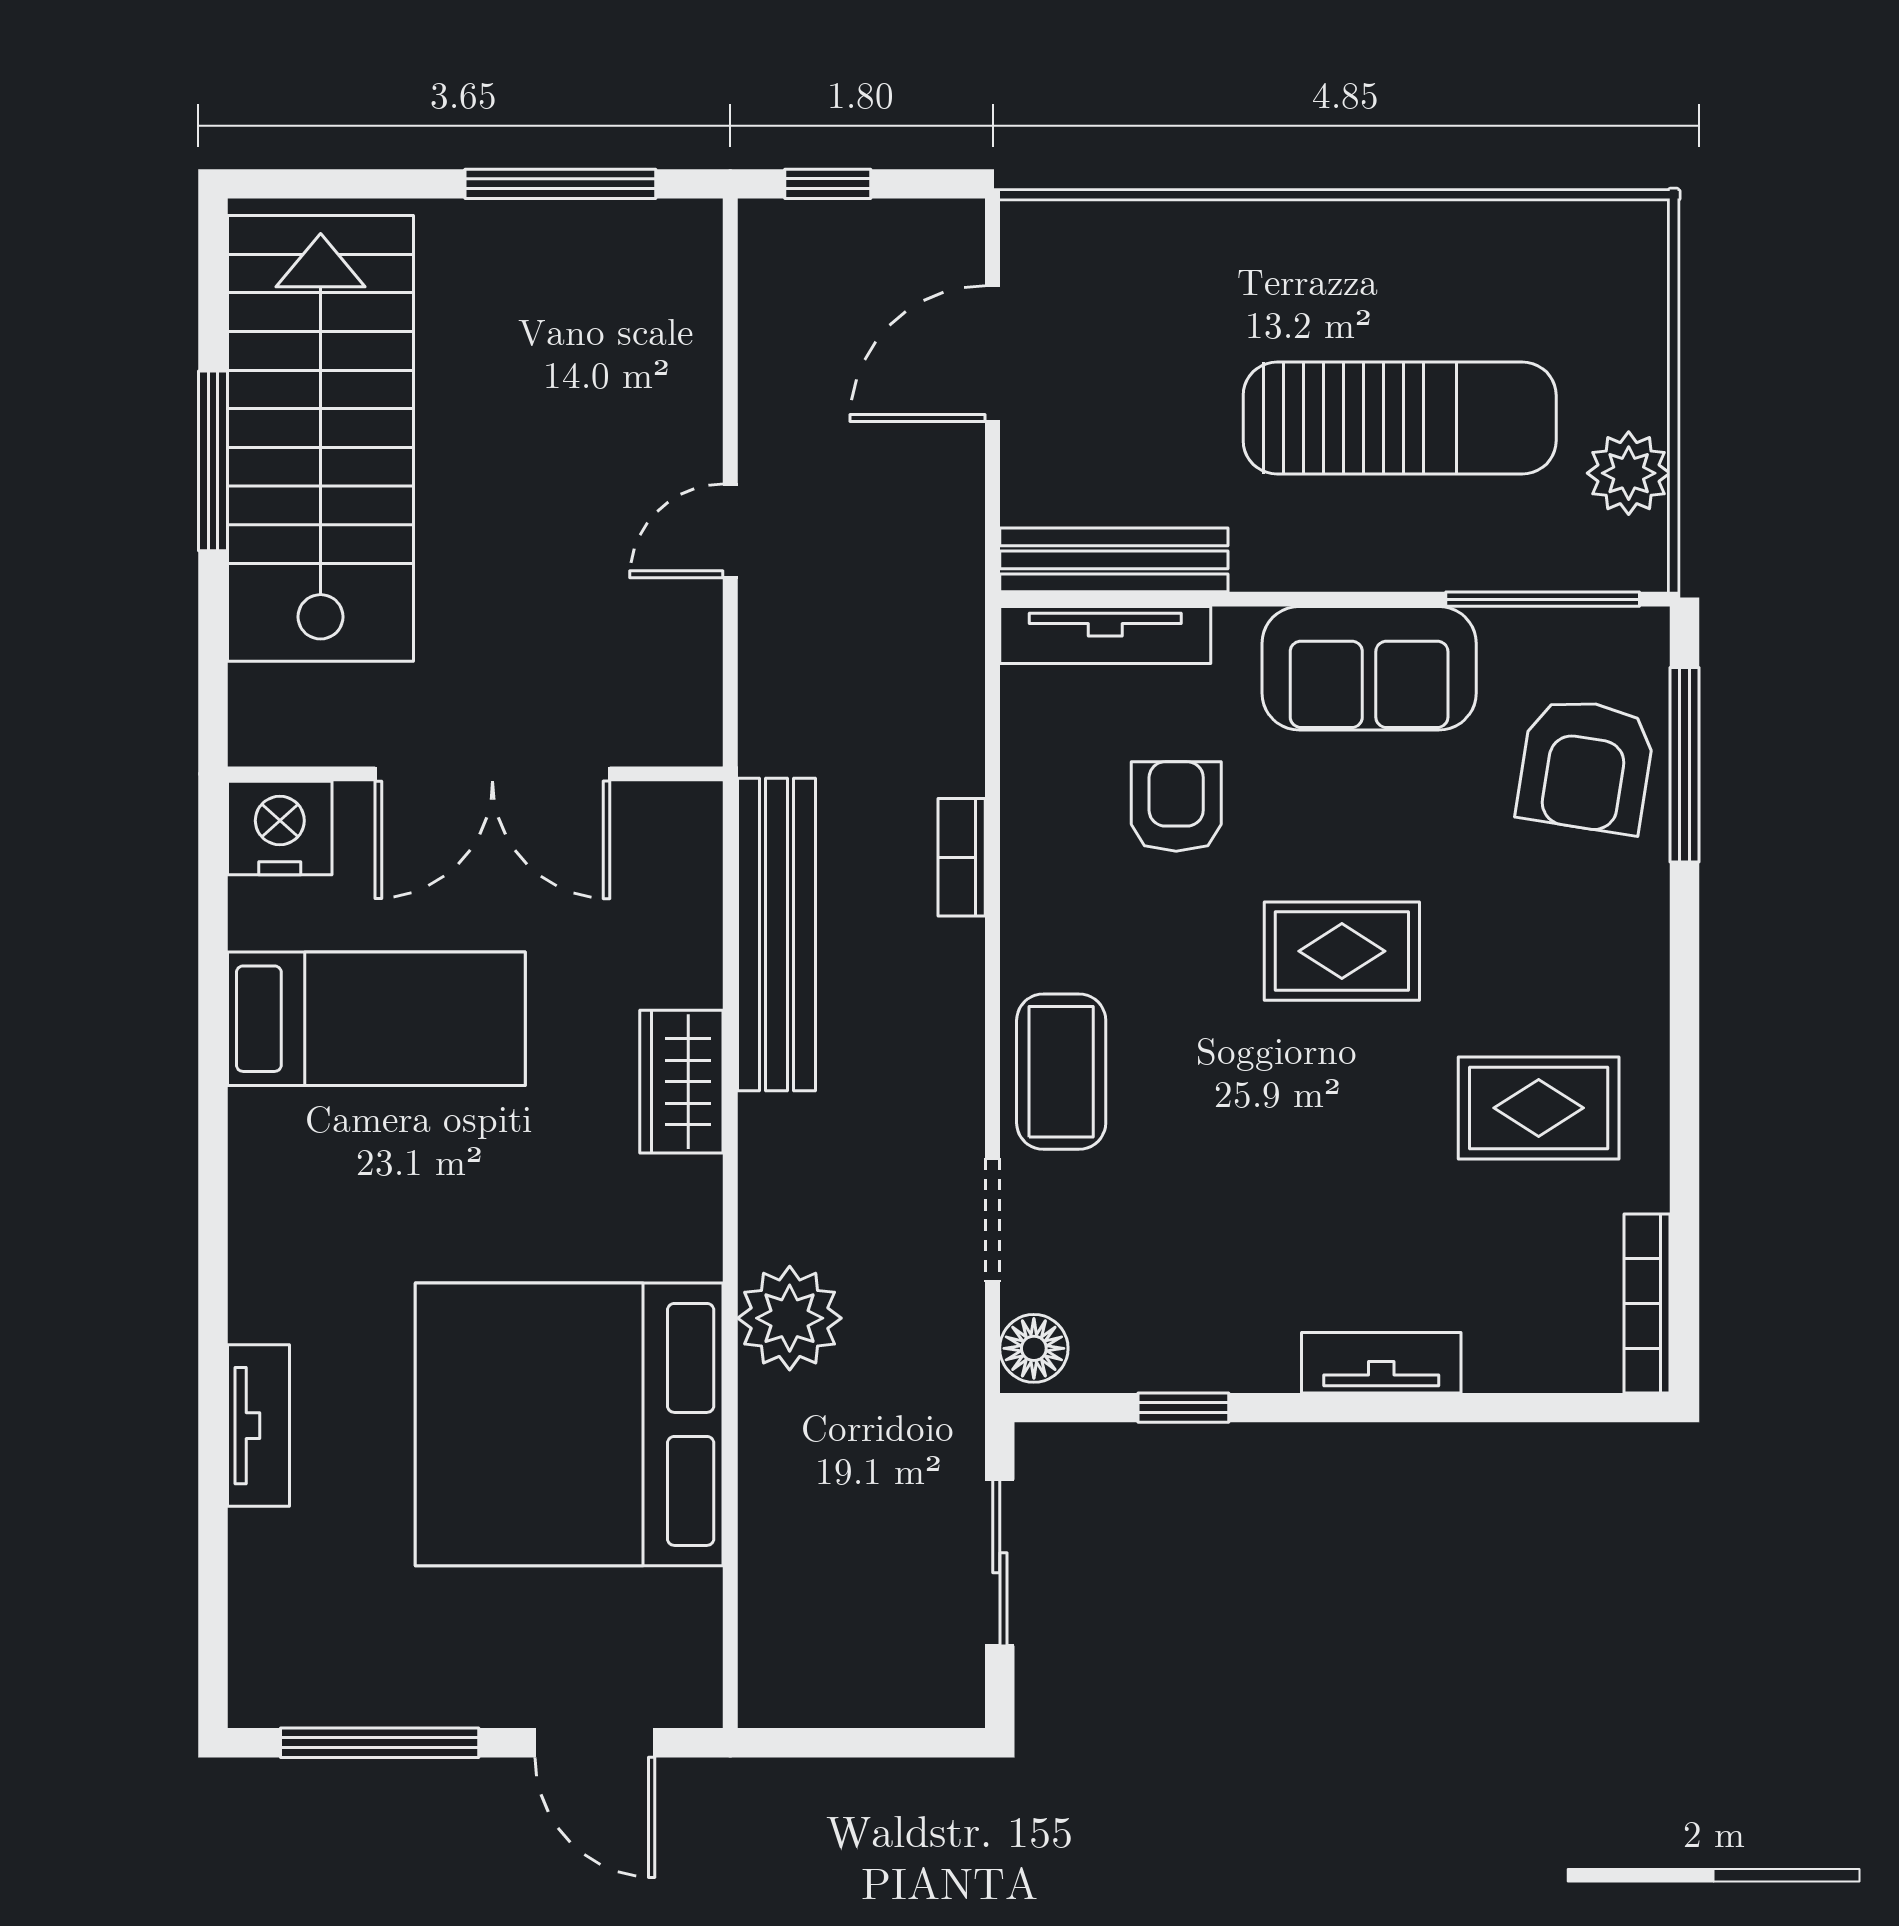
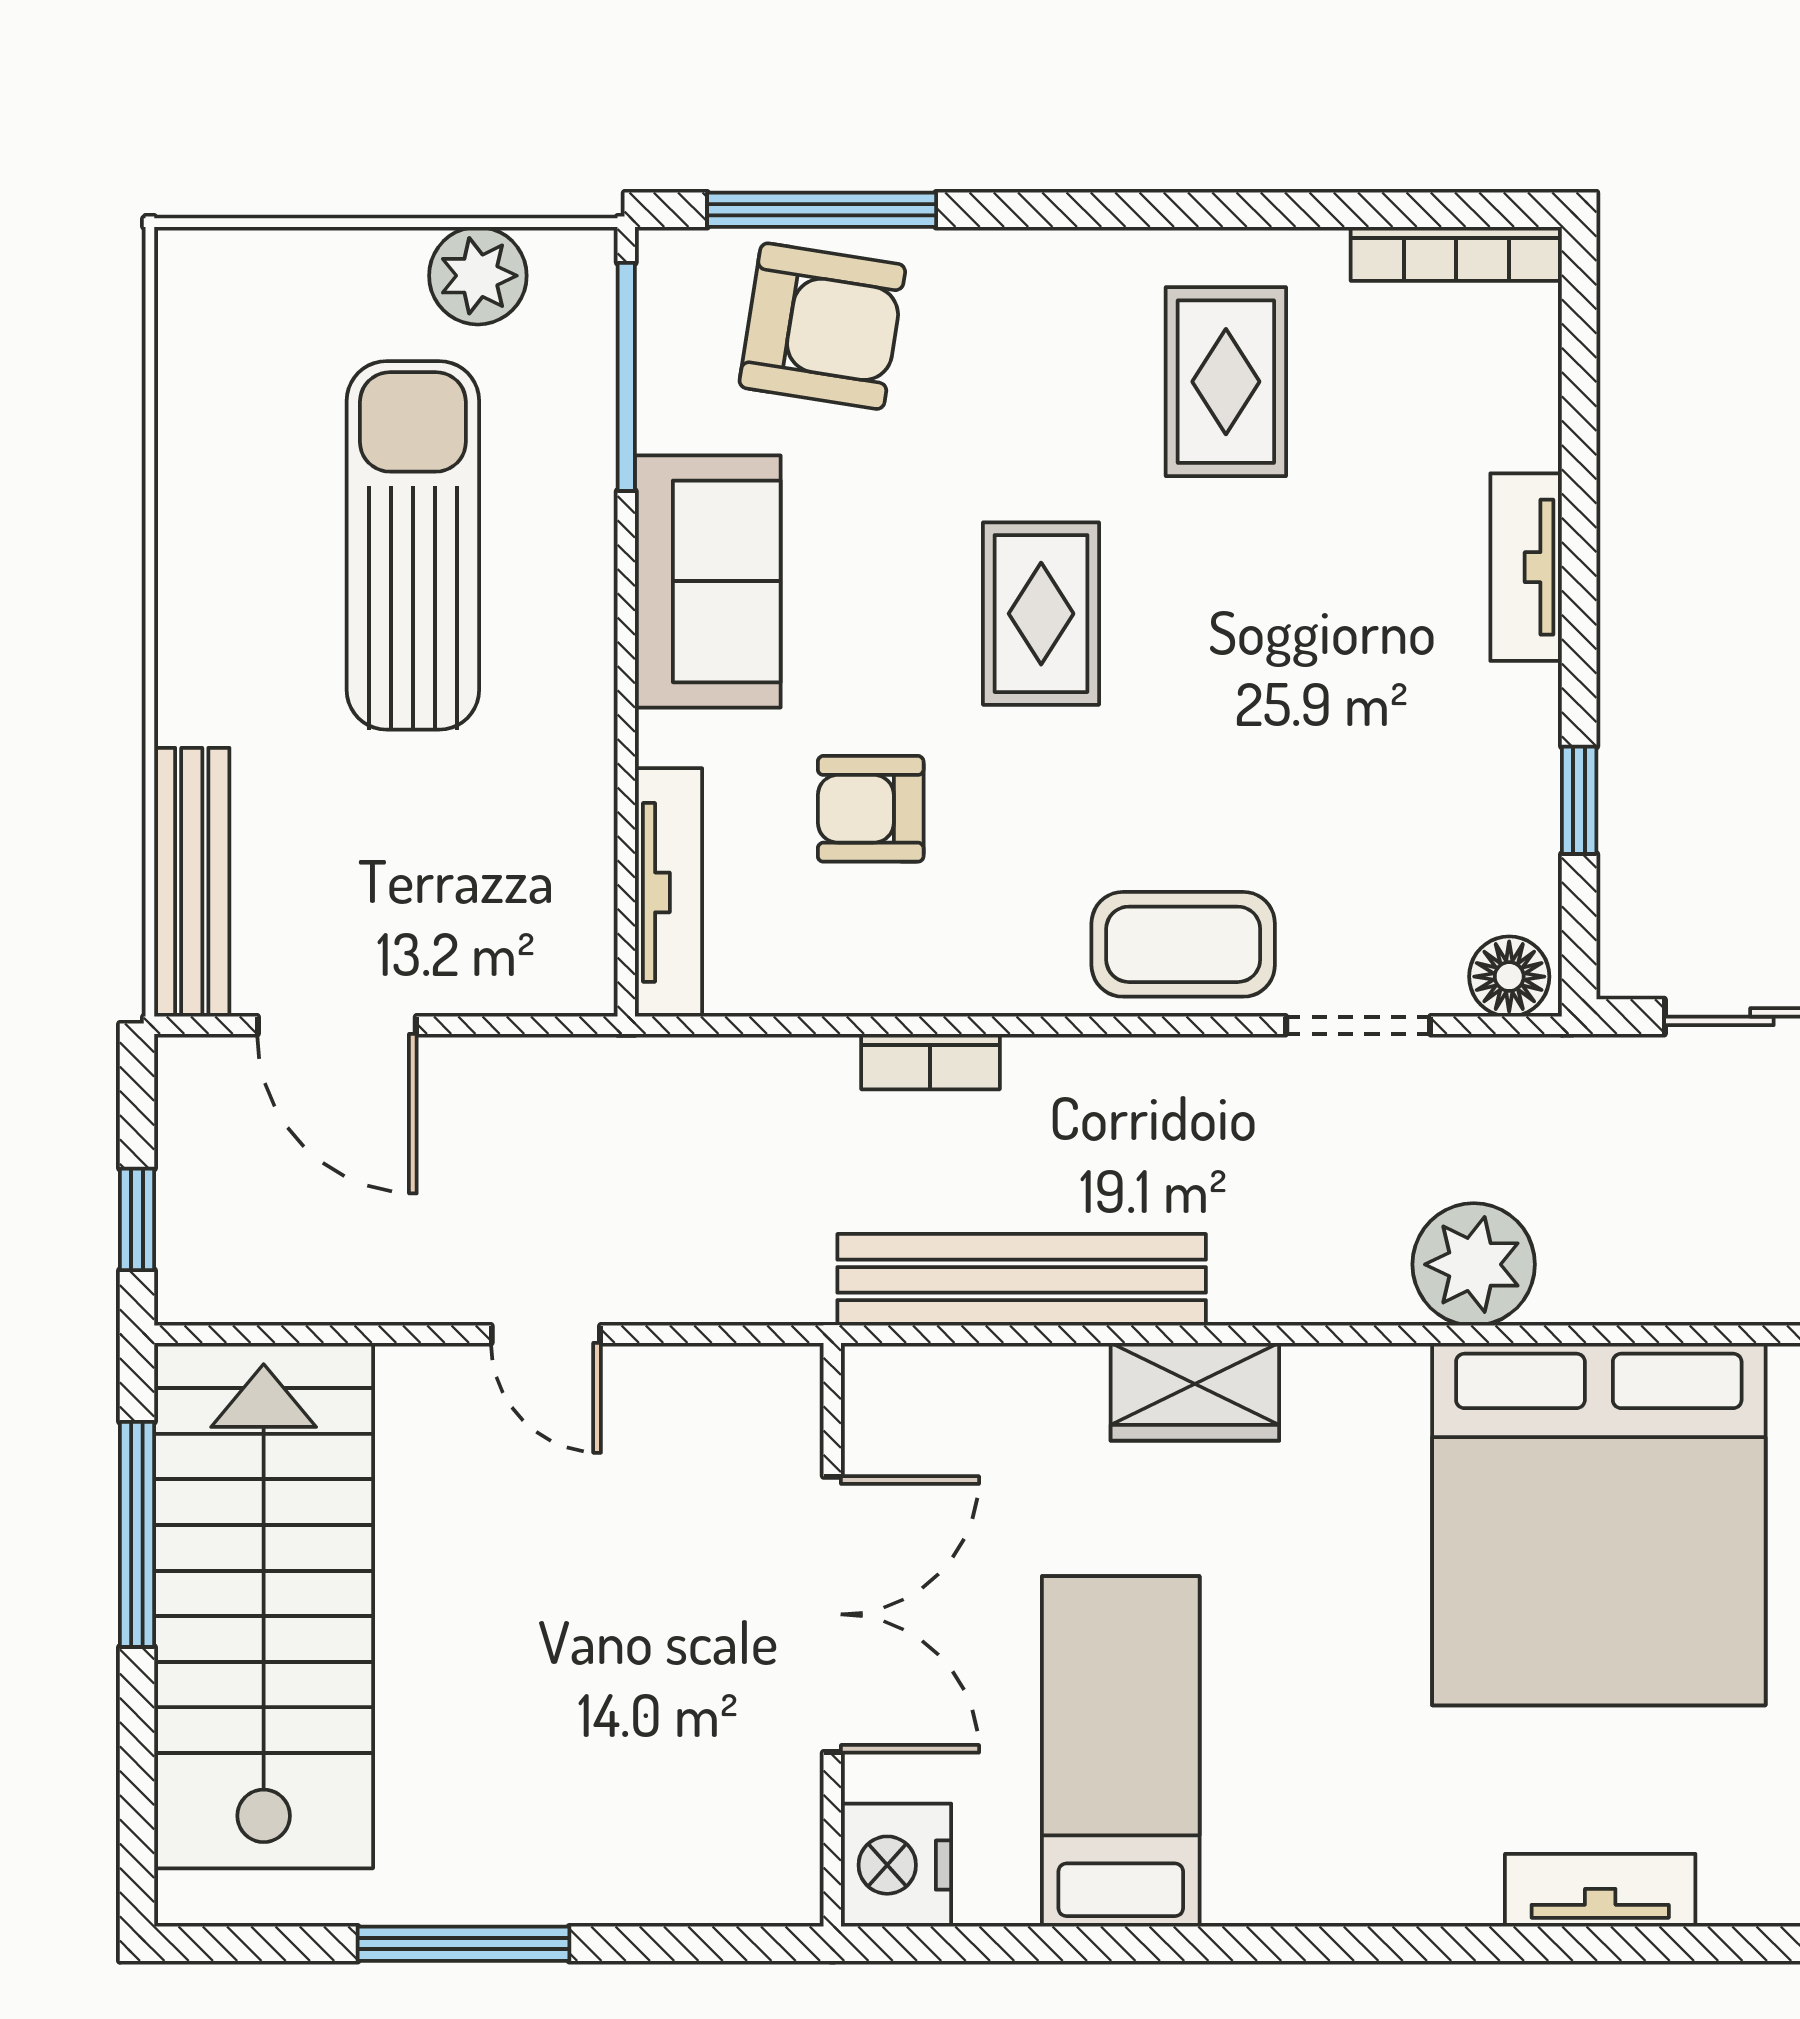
stairs: (321, 438) -> (264, 1606), moved, turned 90
bench: (1114, 560) -> (192, 882), moved

